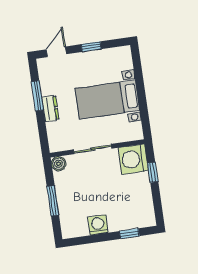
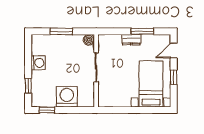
door: (56, 52) -> (174, 51), swing flipped
bed with nightstands: (107, 100) -> (151, 84), moved
washing machine: (133, 159) -> (67, 97), moved
window: (153, 172) -> (47, 110), moved

